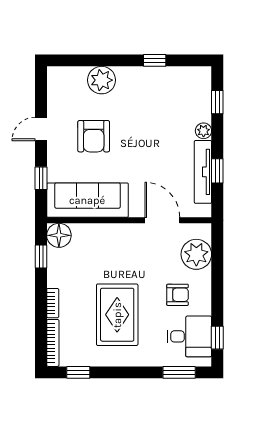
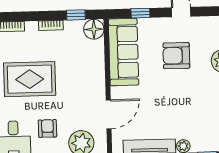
armchair: (178, 295) -> (47, 128), turned 180
bookcase: (53, 303) -> (51, 25), moved

